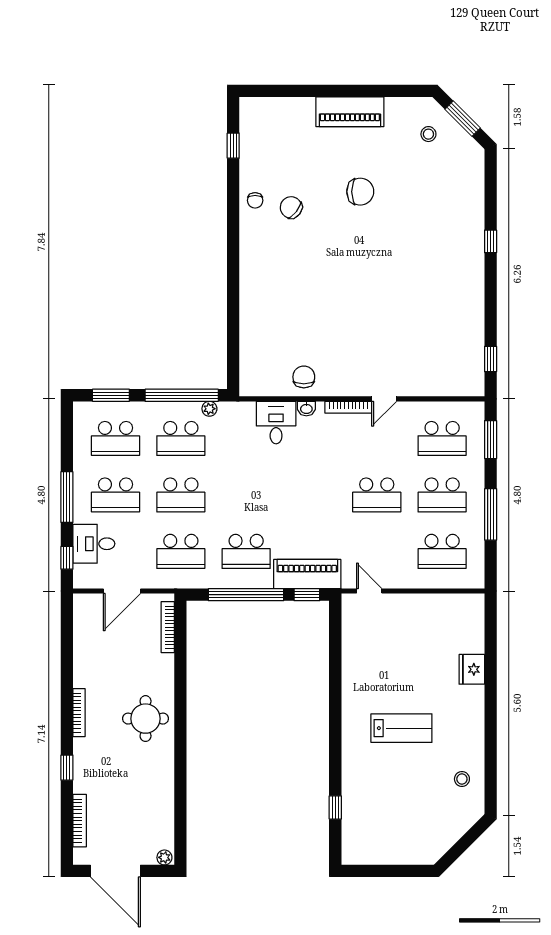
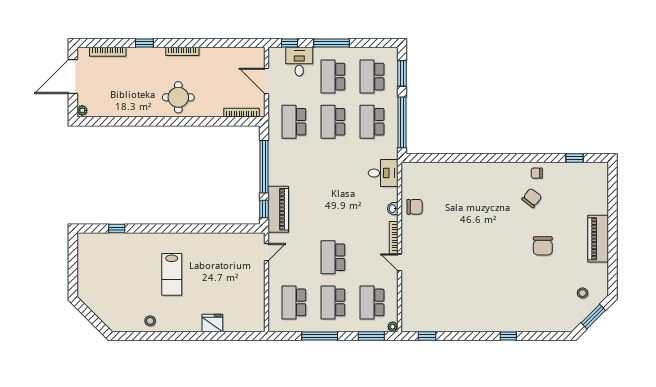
plant: (209, 409) -> (393, 327), moved
desk: (276, 423) -> (383, 173), moved
school desk: (246, 551) -> (294, 167), removed
stool: (462, 779) -> (150, 321), moved

